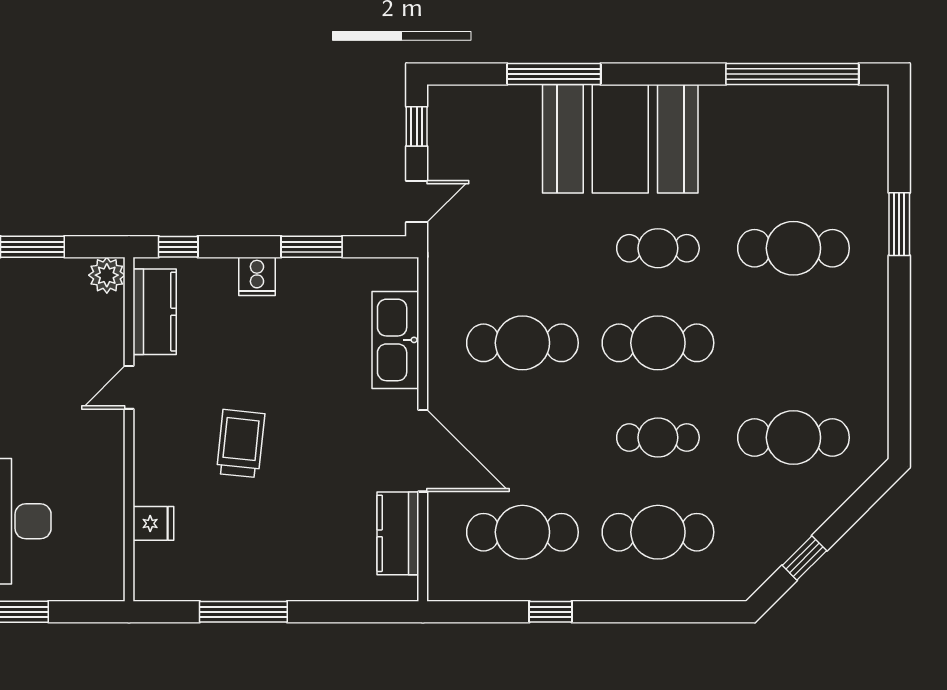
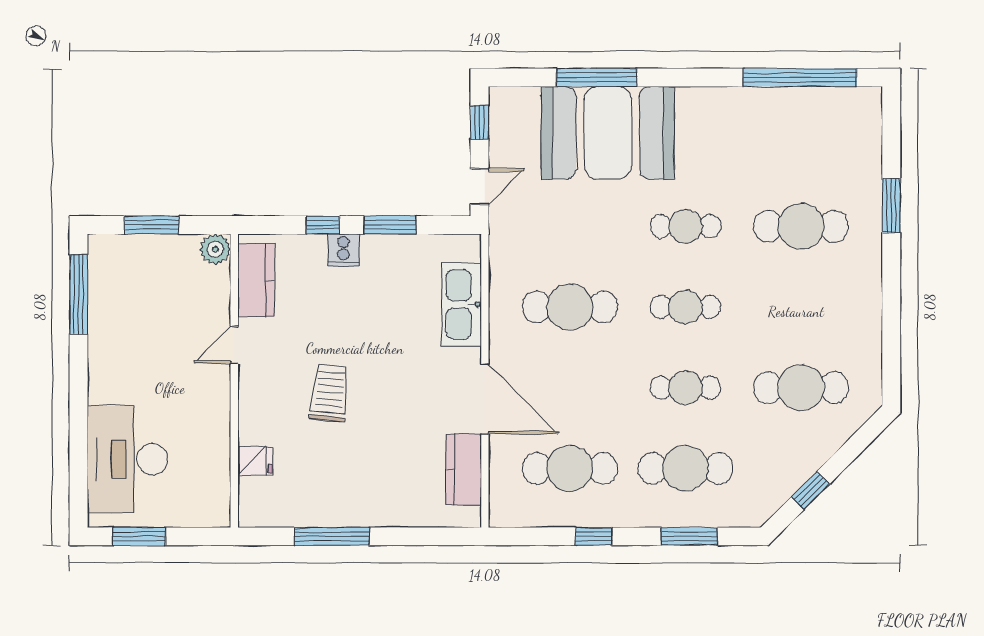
booth: (620, 139) -> (608, 133), moved
window: (178, 247) -> (323, 225), moved
cafe table: (658, 343) -> (685, 307), width x0.73, depth x0.74
window: (663, 612) -> (689, 536), added

